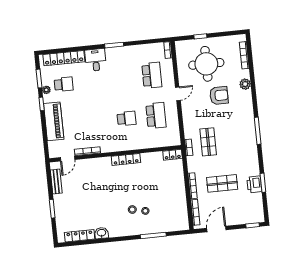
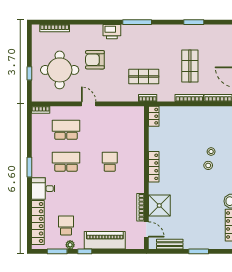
plant: (245, 84) -> (86, 30), removed
armchair: (219, 95) -> (95, 60), turned -90
school desk: (156, 116) -> (66, 162), moved
shower: (91, 168) -> (159, 205), added
printer: (254, 184) -> (112, 32), moved

